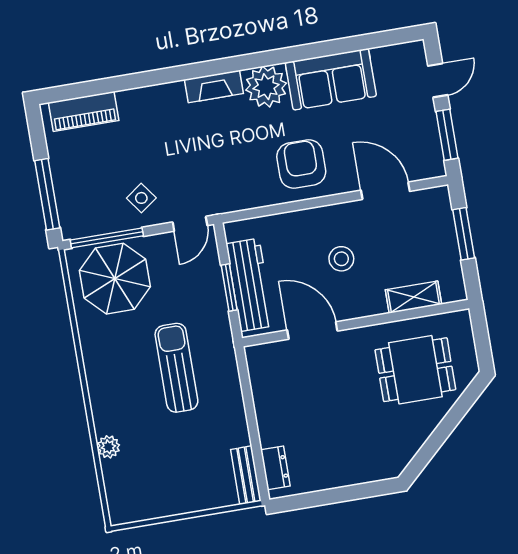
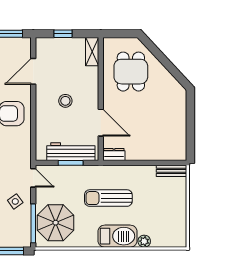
window: (464, 234) -> (63, 34), width x0.67
shelving: (414, 297) -> (92, 52), moved
door: (312, 330) -> (101, 123), swing flipped
barbecue: (109, 396) -> (117, 236), added
dresser: (275, 468) -> (114, 155), moved

